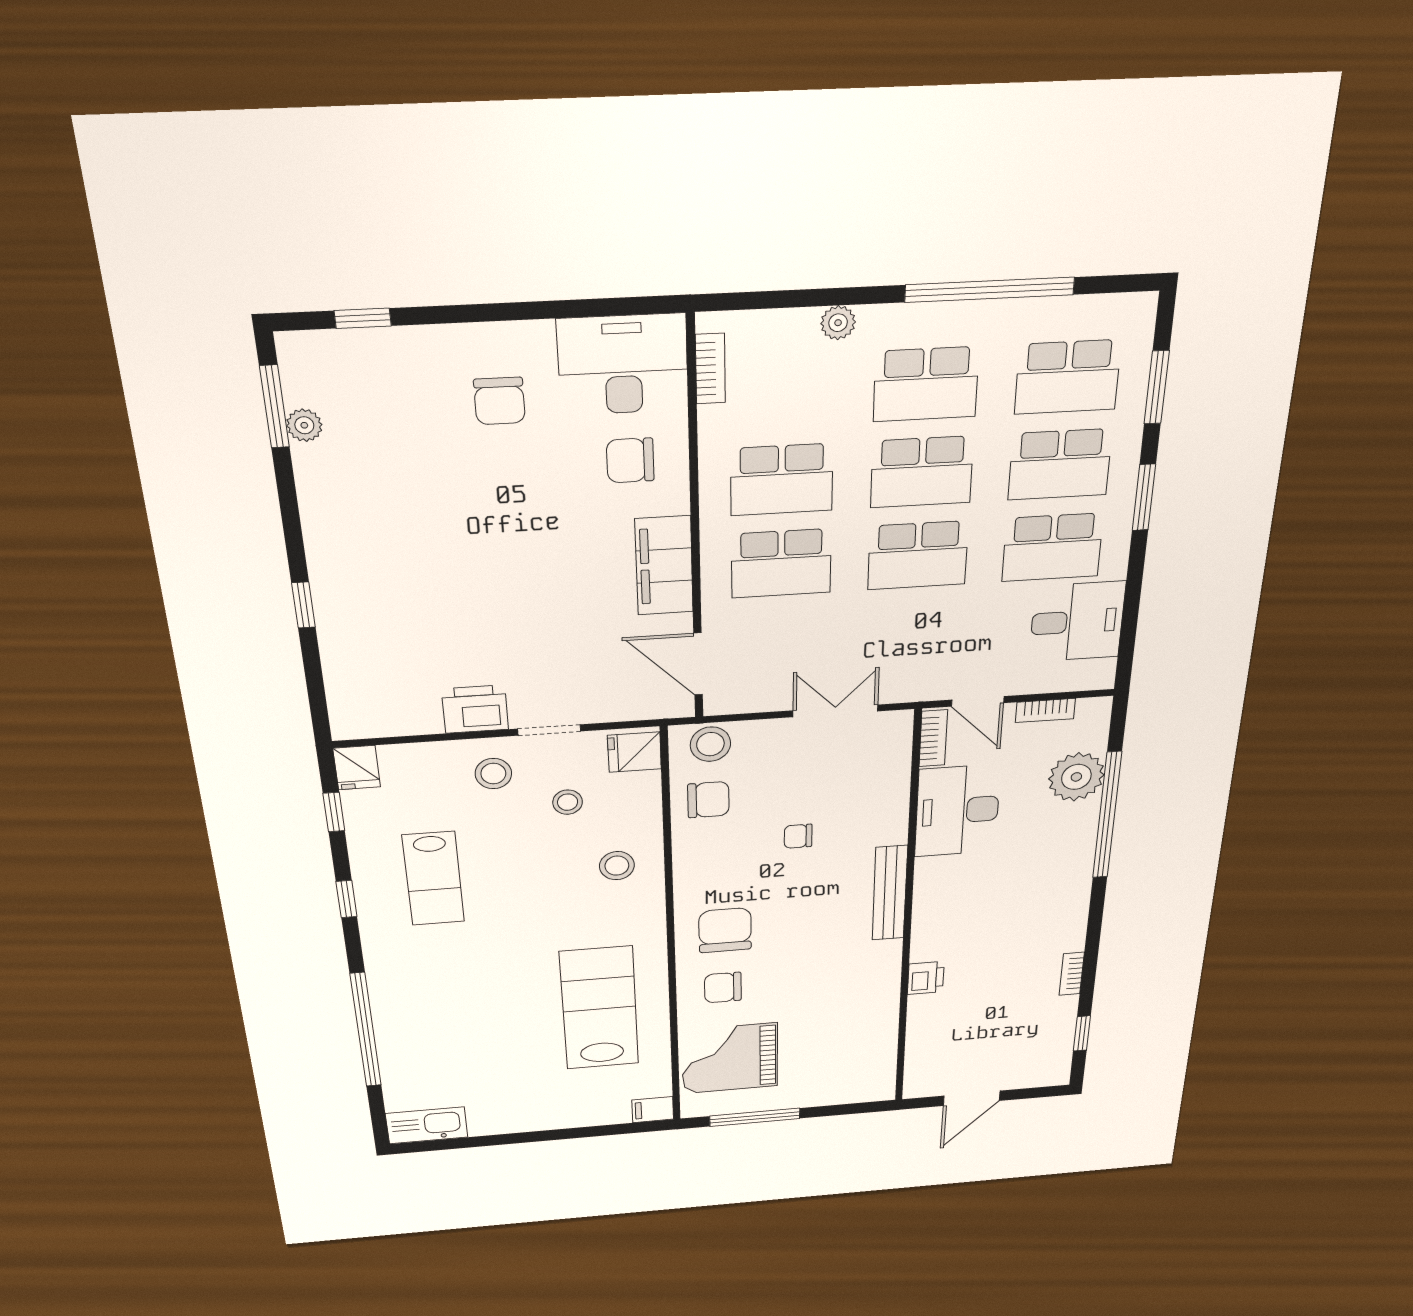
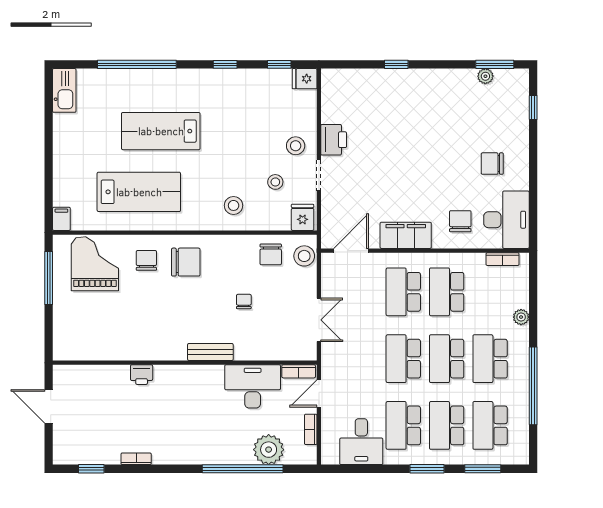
lab bench: (433, 879) -> (161, 131), moved, width x1.36, depth x1.39
bench: (890, 893) -> (210, 352), width x0.73

